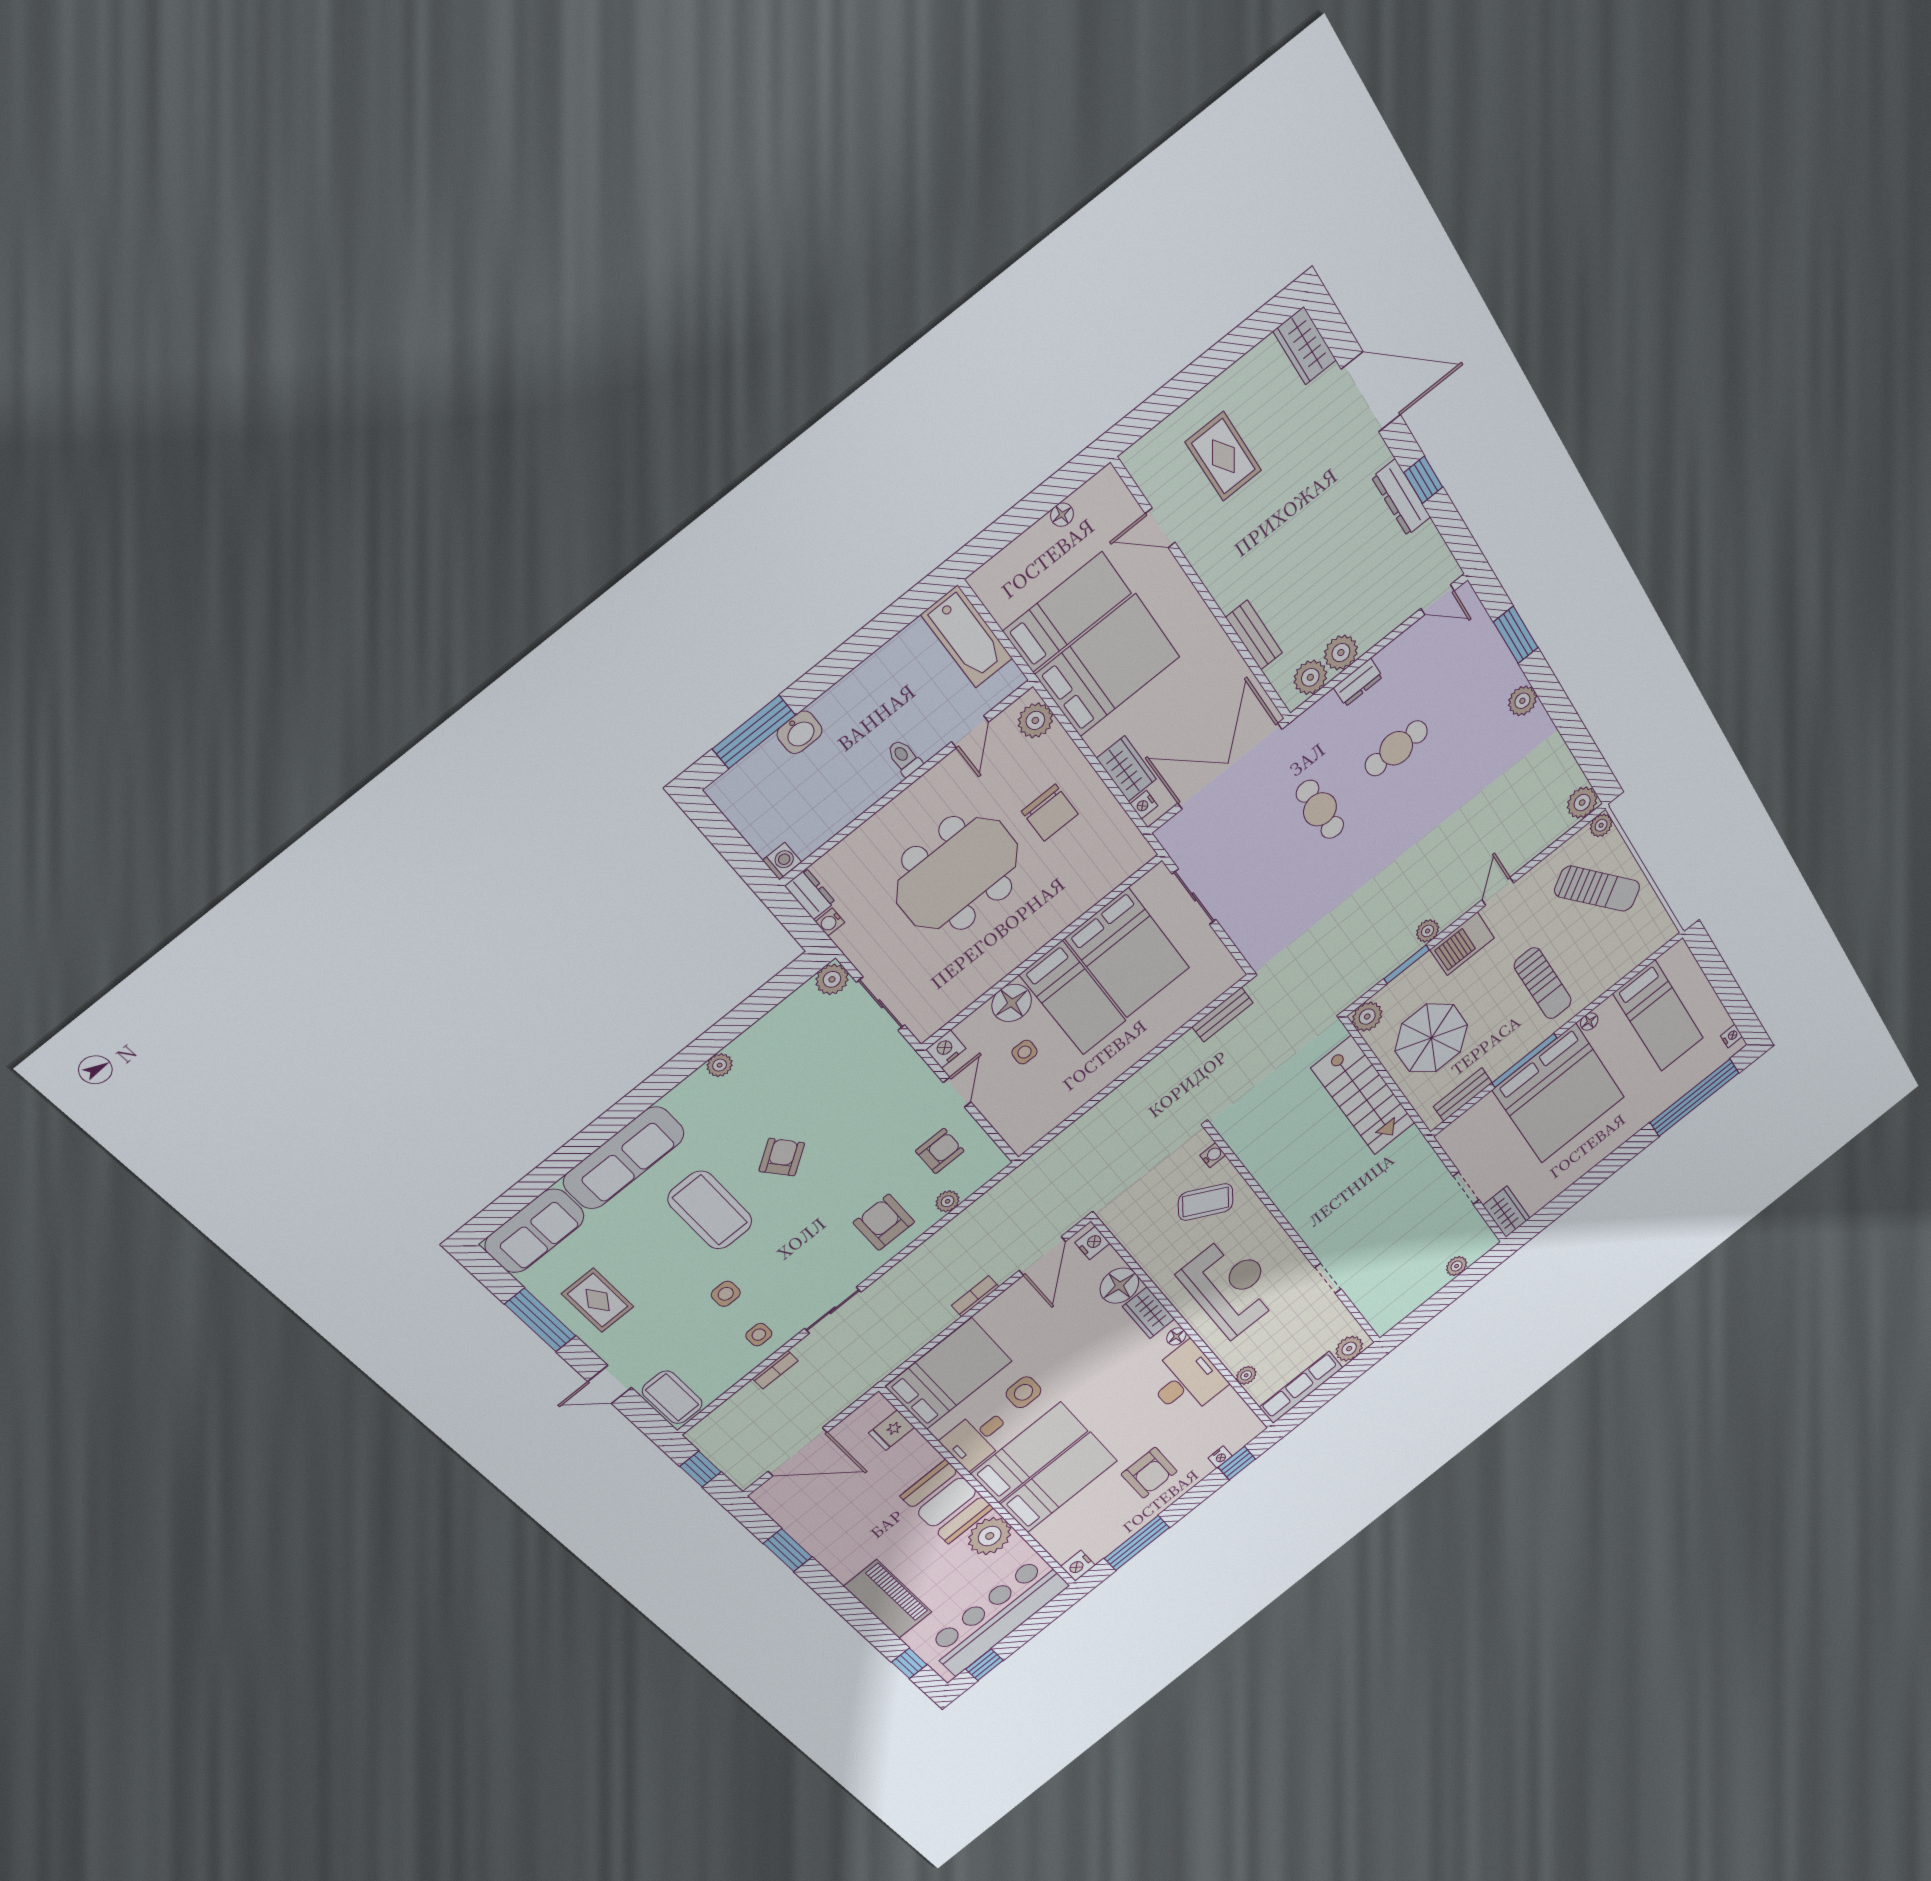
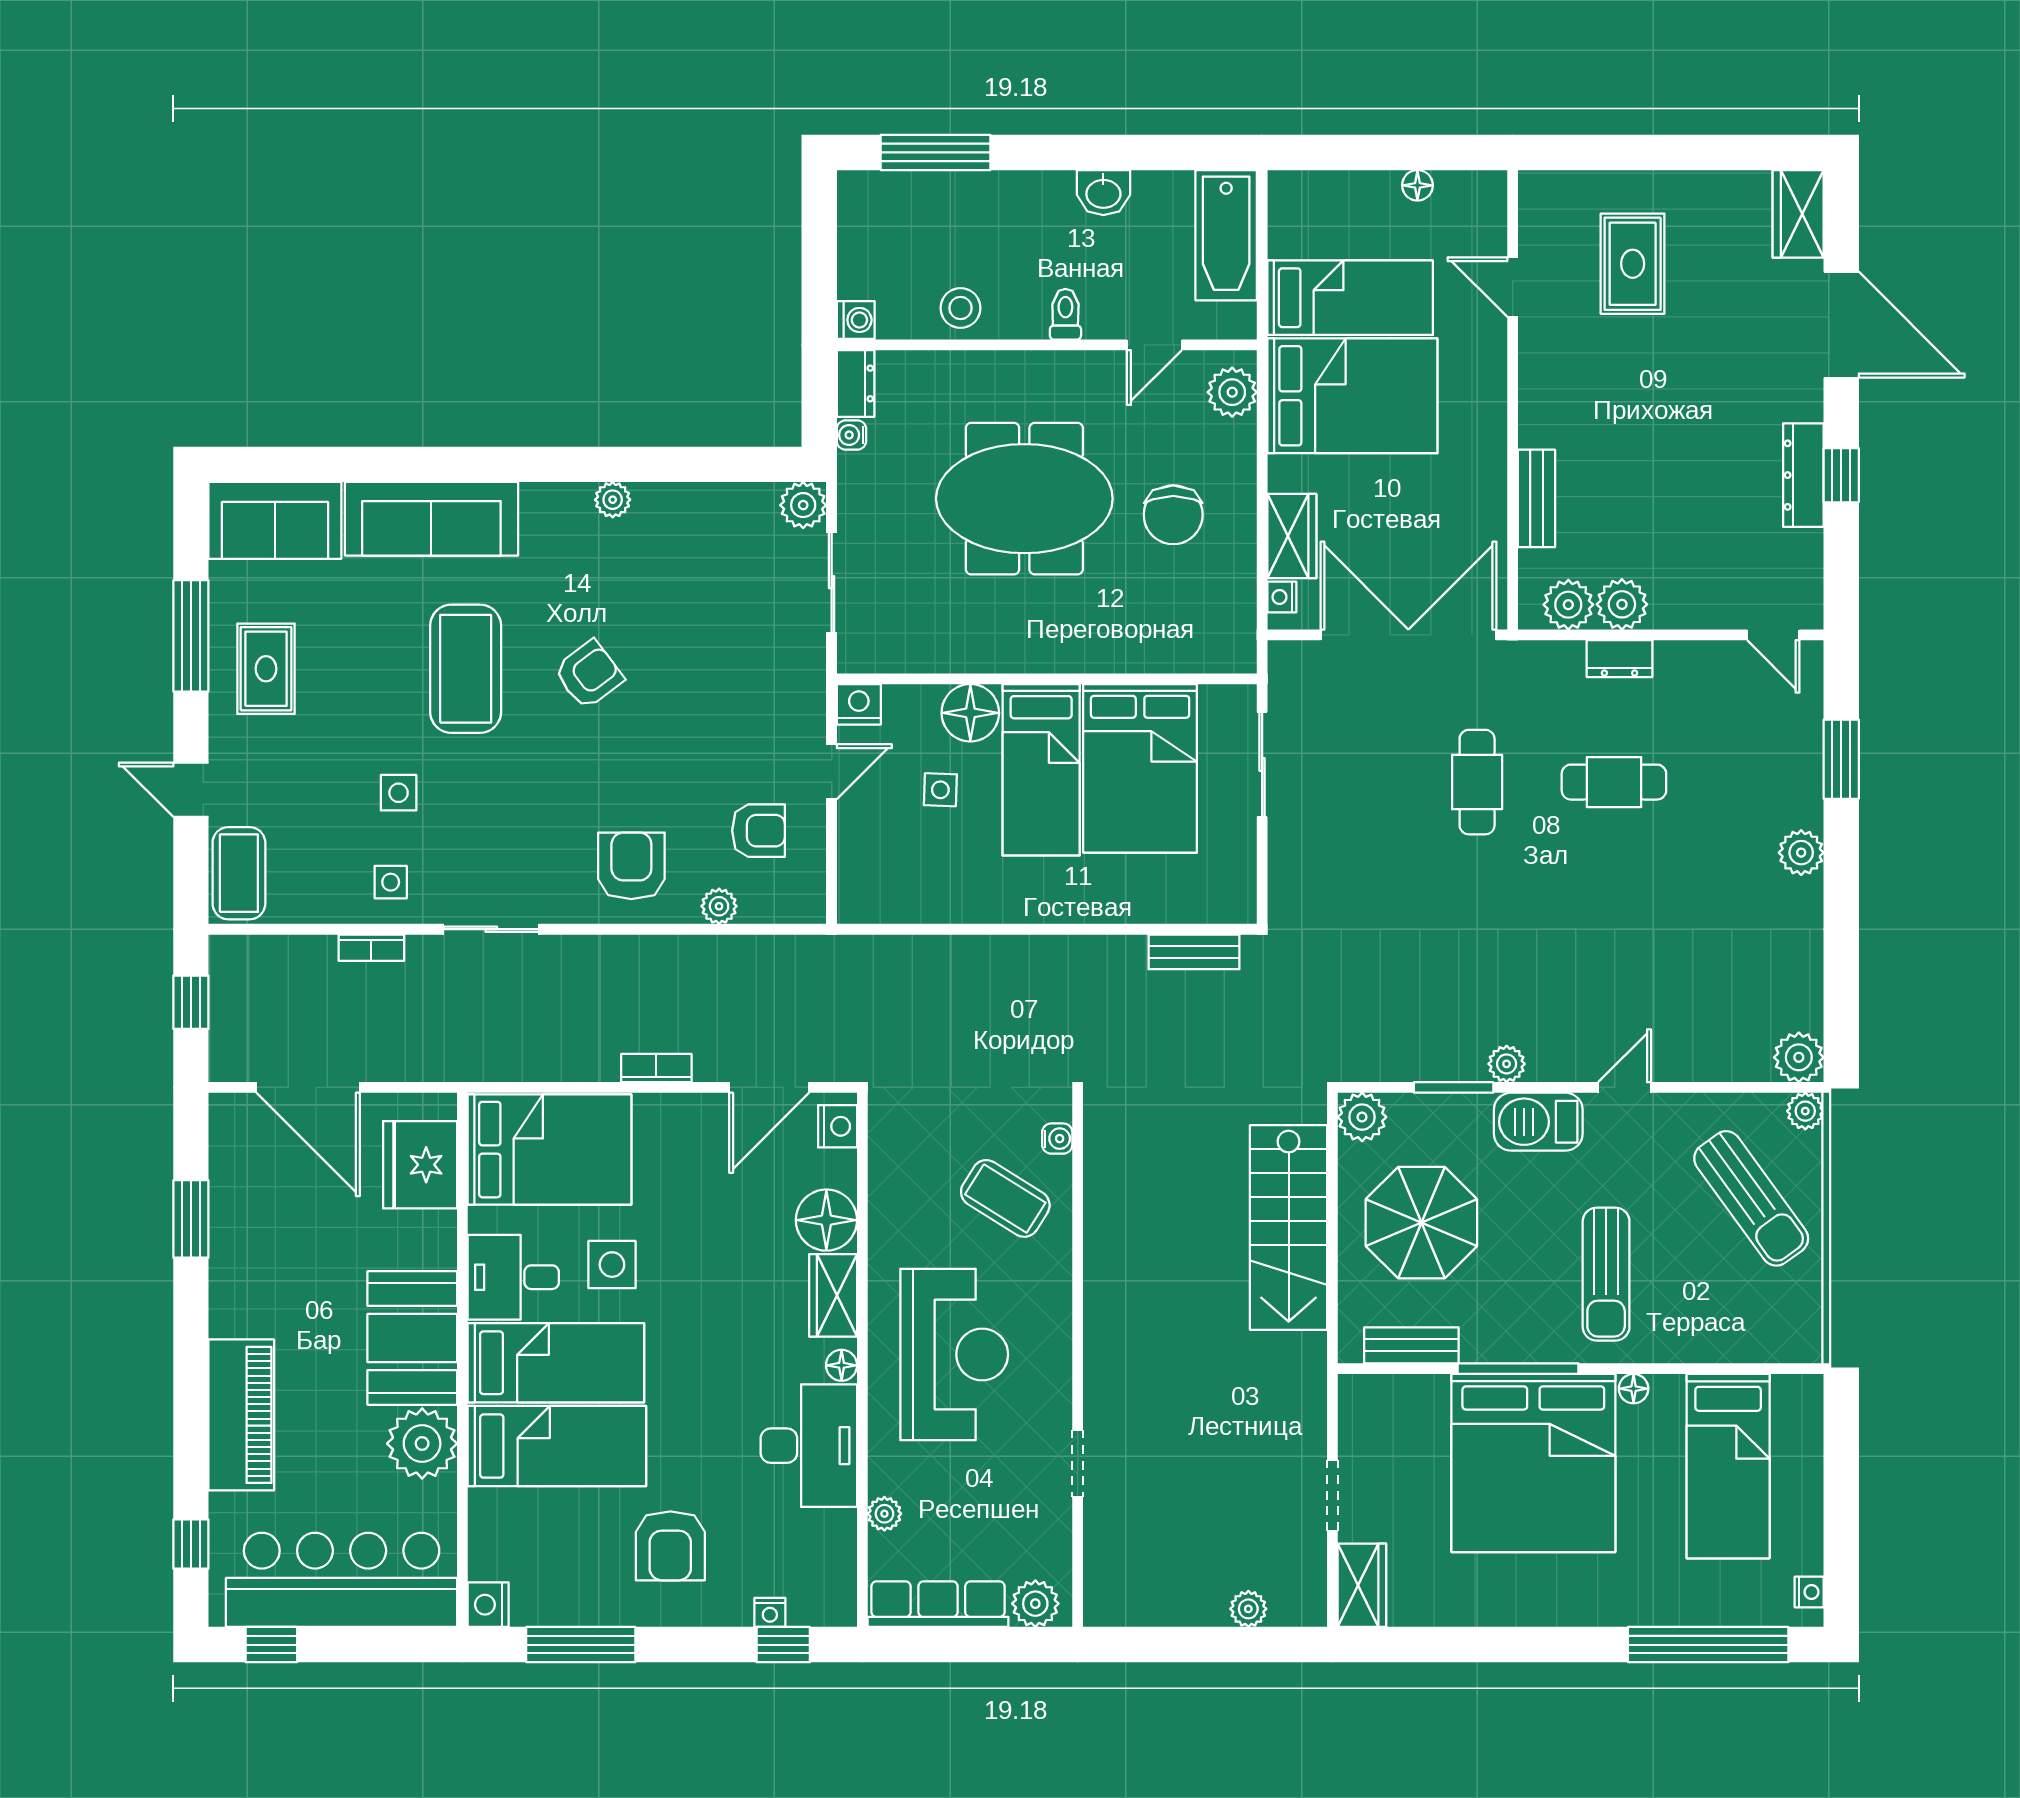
washbasin: (800, 732) -> (1103, 193), moved
stool: (839, 805) -> (961, 308), added
fridge: (892, 1430) -> (420, 1165), width x1.88, depth x1.34

